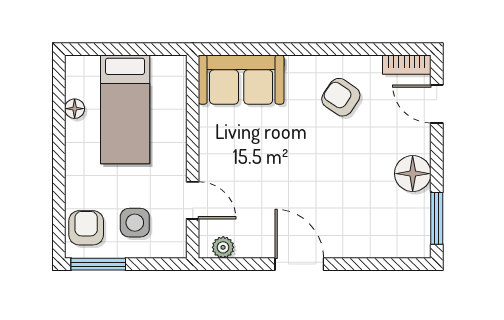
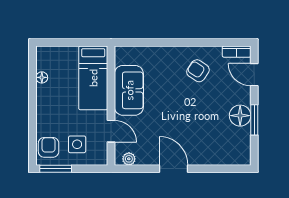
sofa: (241, 80) -> (129, 90), moved, turned -90
bed: (125, 109) -> (93, 78), moved
window: (437, 218) -> (254, 120), moved

